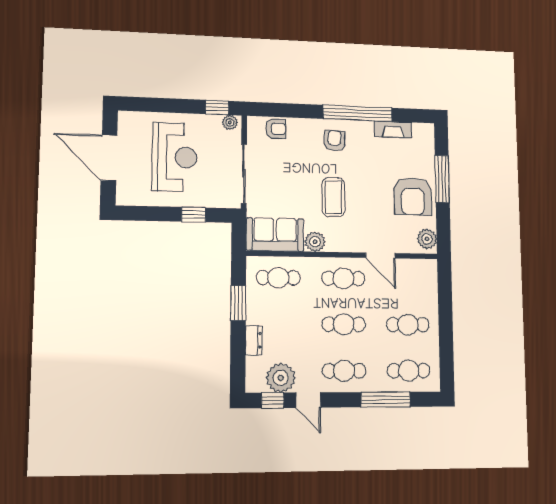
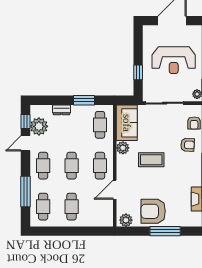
armchair: (334, 141) -> (188, 145), moved

